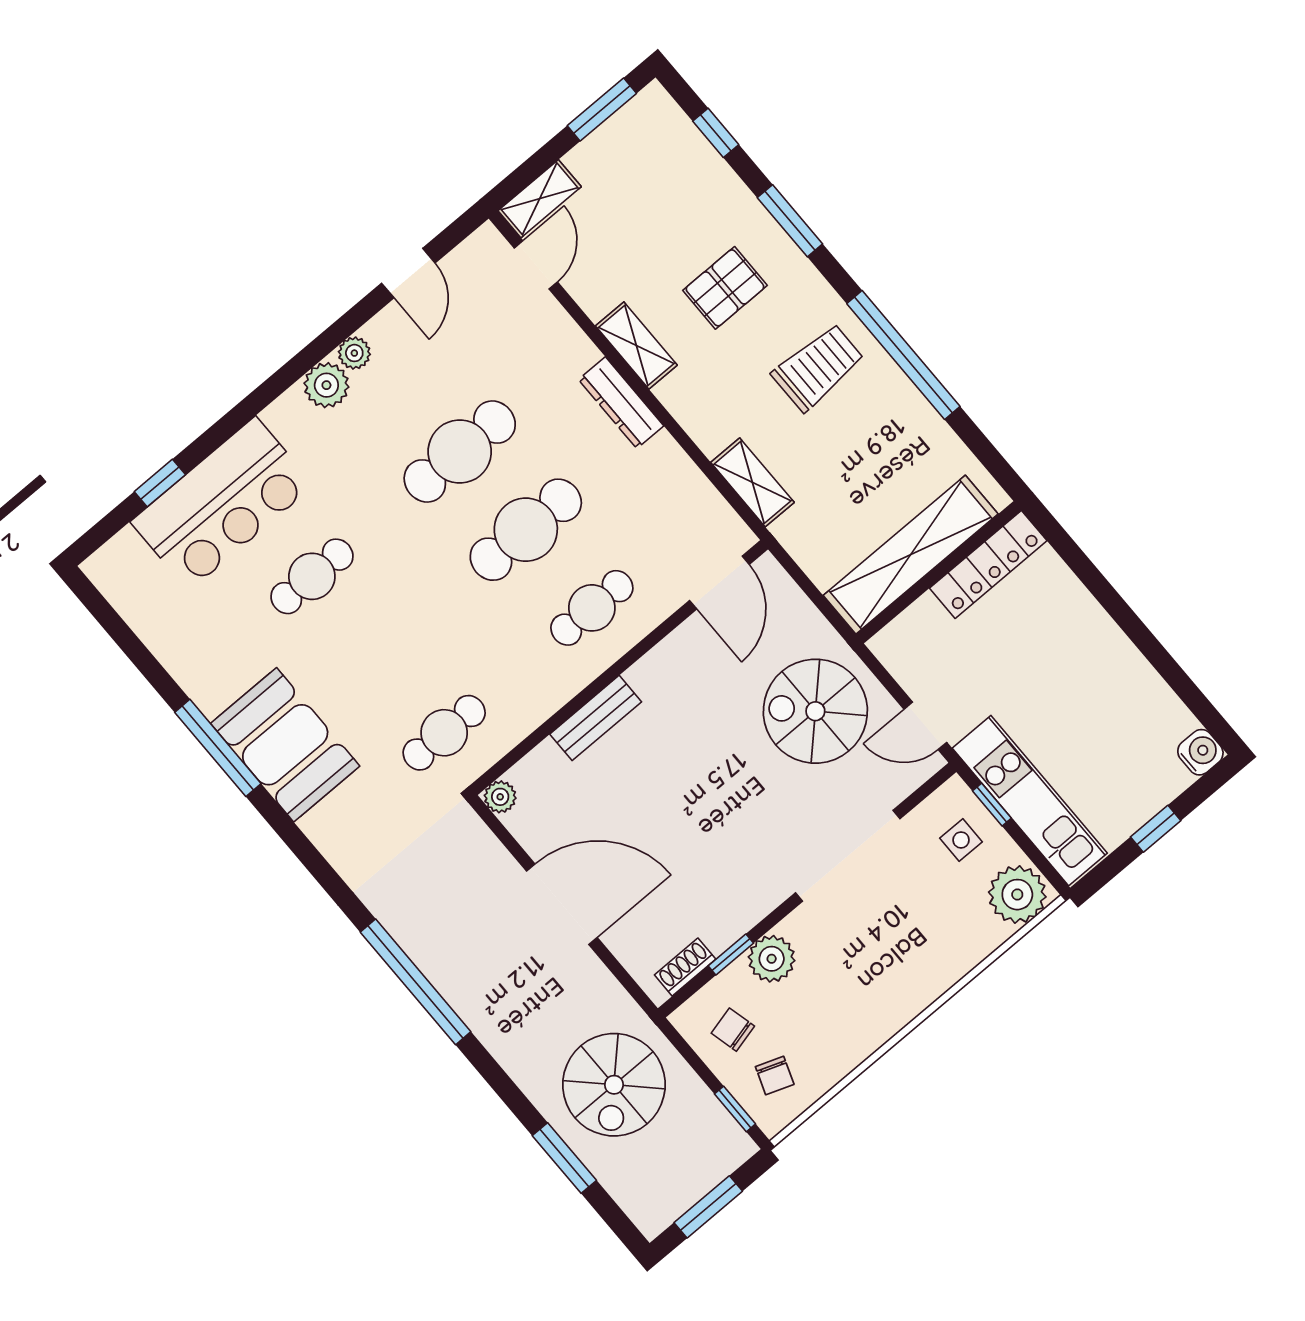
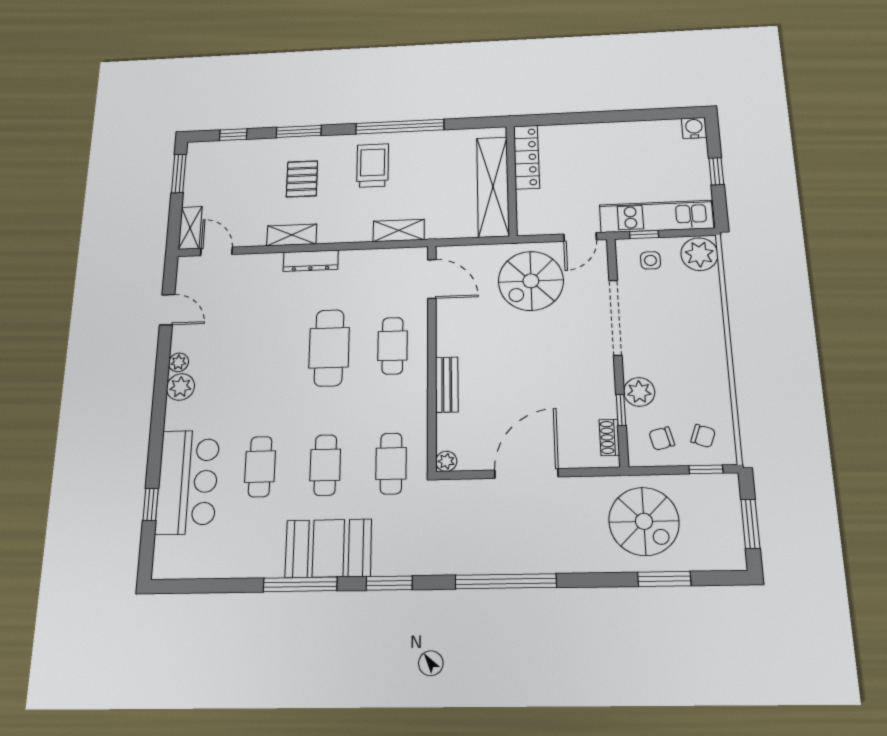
cafe table: (460, 451) -> (325, 465), moved, width x0.73, depth x0.74
window: (304, 850) -> (389, 583), added

